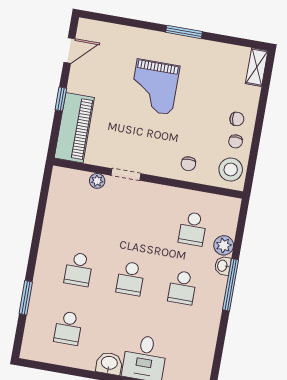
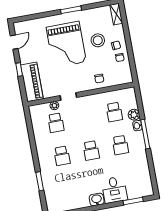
grand piano: (155, 87) -> (66, 45), width x1.37, depth x1.48
stool: (231, 169) -> (98, 40), moved
school desk: (68, 328) -> (56, 123), moved

